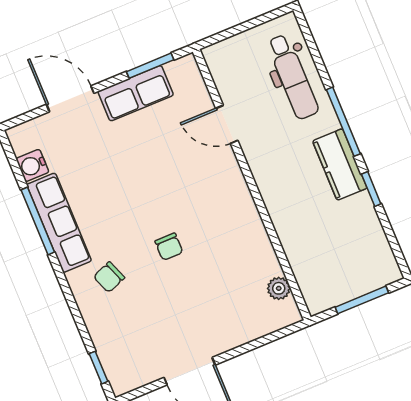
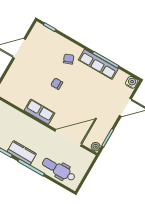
row of seats: (136, 93) -> (39, 112), moved, turned 90
door: (227, 124) -> (68, 138), width x1.88
water cooler: (32, 165) -> (132, 82), moved
plant: (279, 288) -> (96, 147), moved

